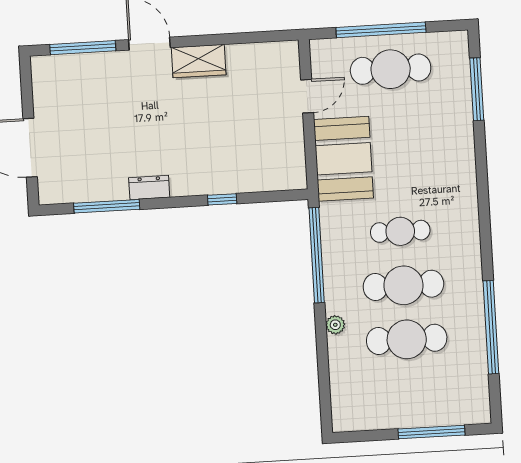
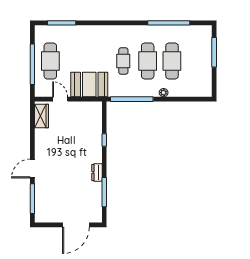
wardrobe: (199, 61) -> (42, 116), moved

